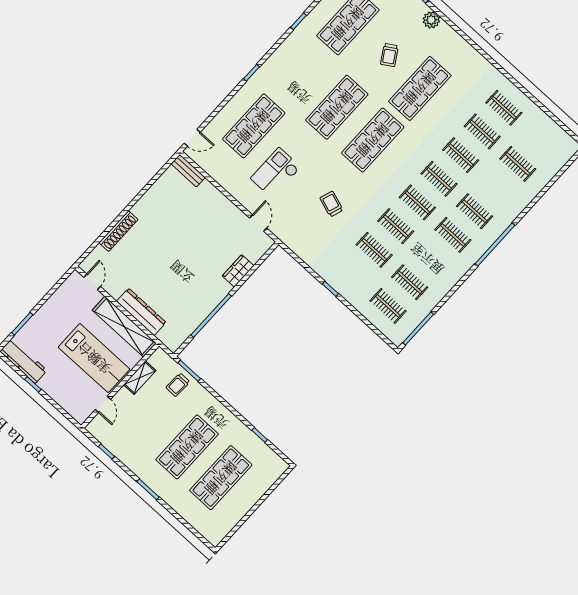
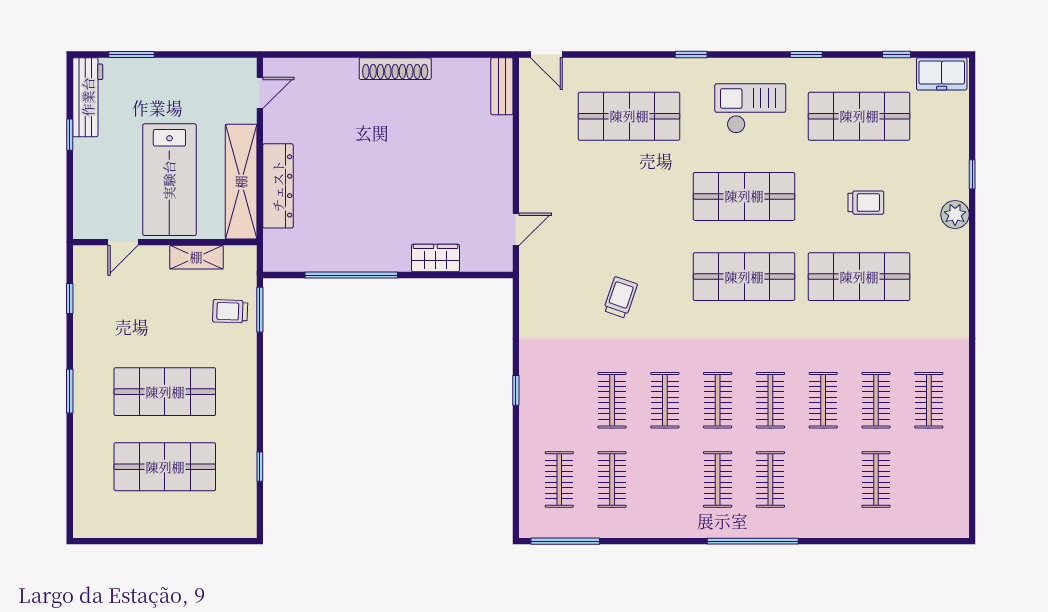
trolley: (389, 55) -> (866, 203), turned -148
checkout: (276, 173) -> (750, 108), moved
shoe rack: (118, 231) -> (395, 69), moved

